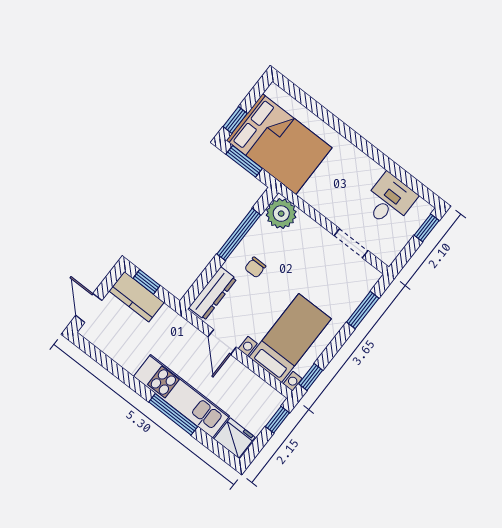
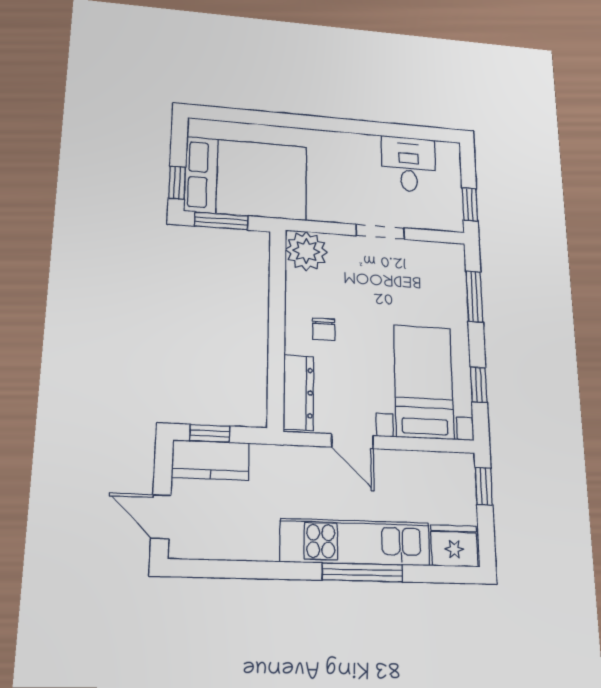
window: (427, 228) -> (470, 204), moved
window: (239, 234) -> (277, 305), removed
doorway: (351, 243) -> (380, 232), moved
window: (311, 377) -> (479, 385), moved

